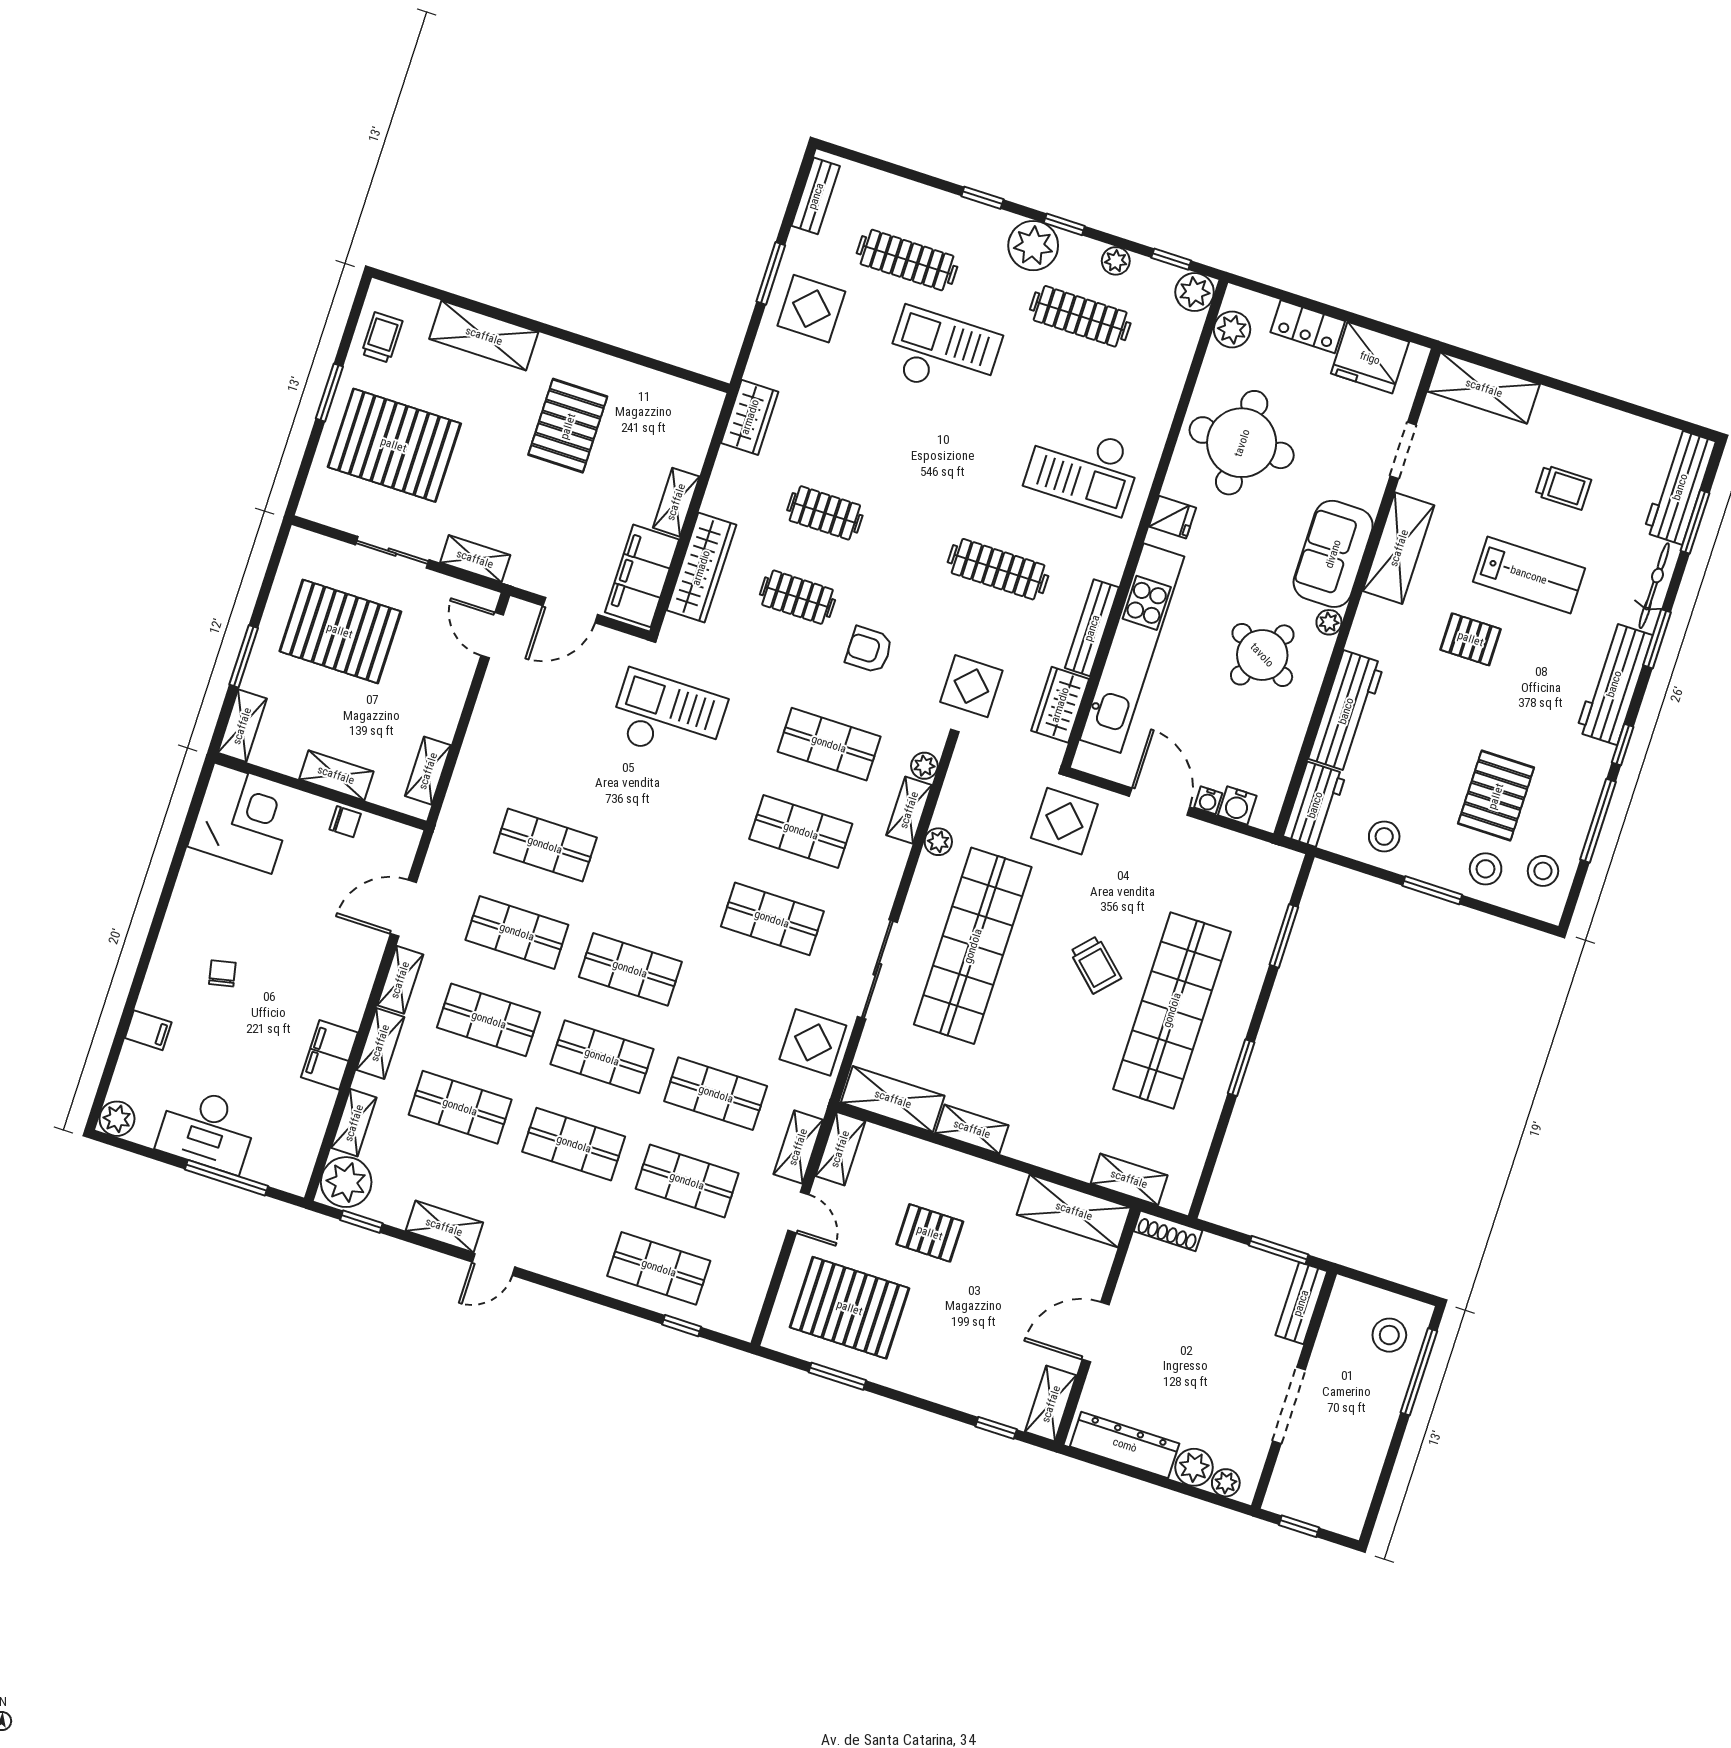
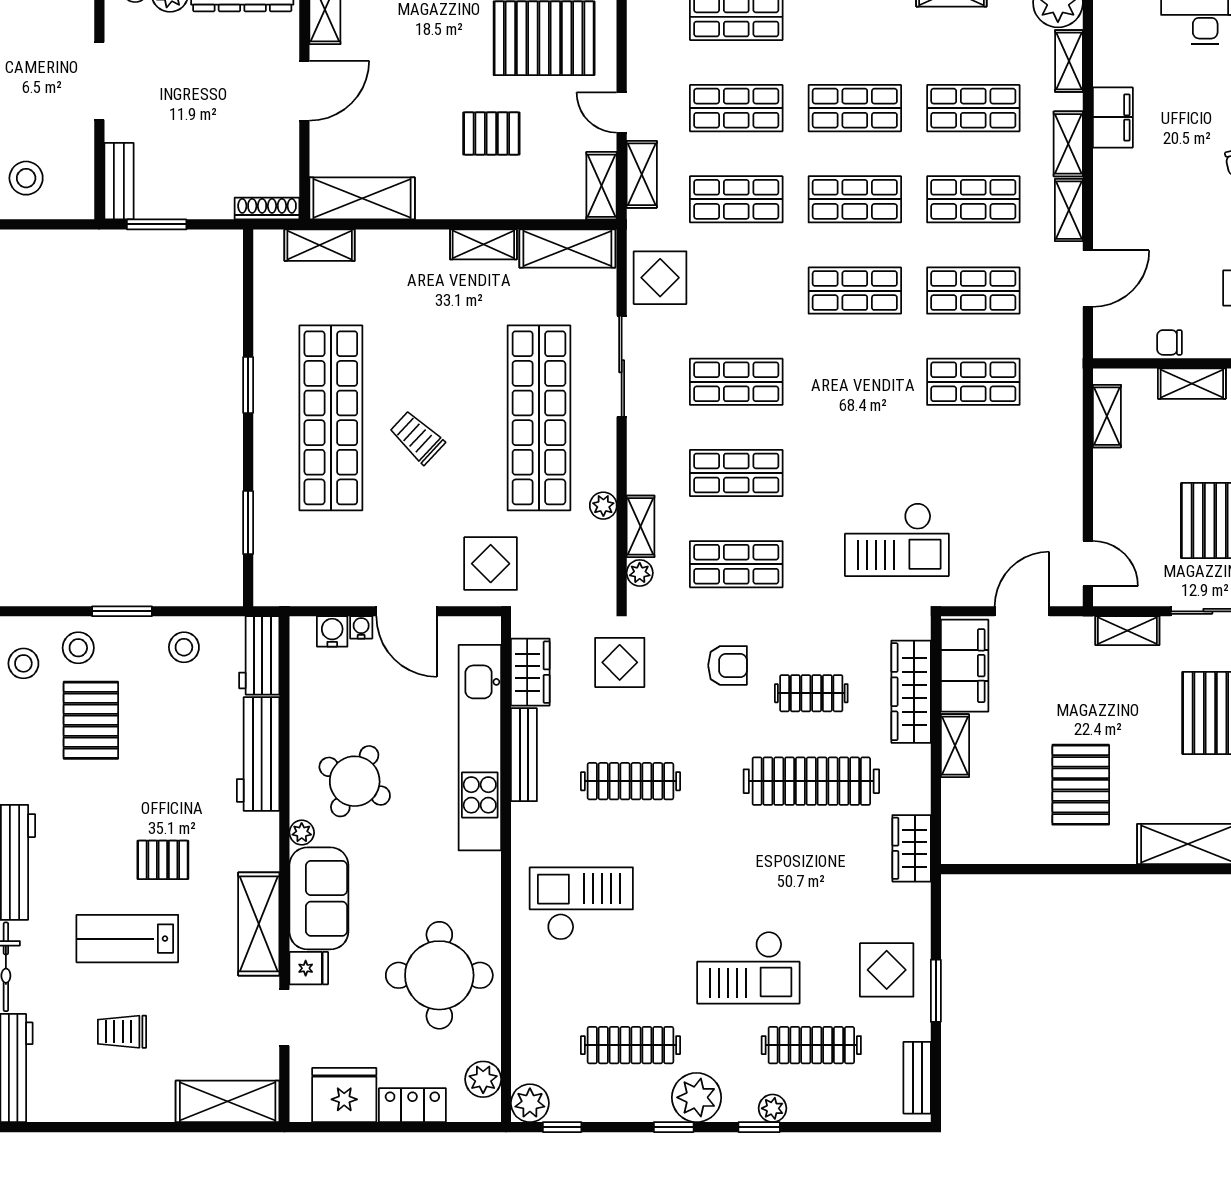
plant: (1116, 261) -> (773, 1108), moved
clothes rail: (825, 513) -> (811, 781), width x1.86, depth x1.31
fridge: (1173, 517) -> (309, 968), moved, turned 180

